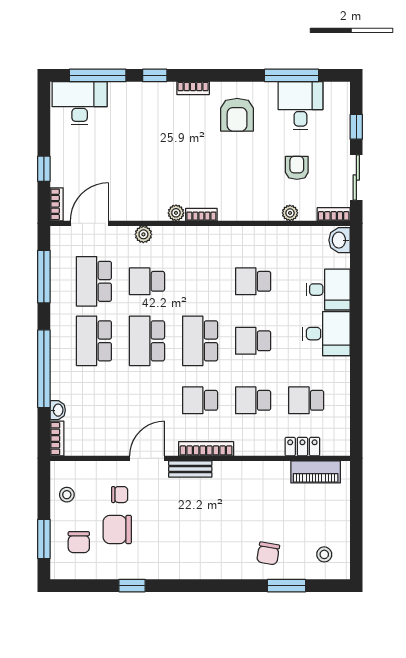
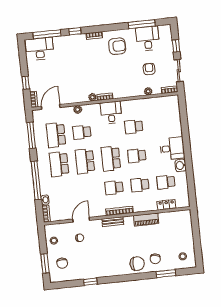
armchair: (237, 115) -> (117, 46), turned -90
washbasin: (340, 240) -> (180, 165), moved
desk: (328, 290) -> (111, 113), moved, turned -90
door: (147, 458) -> (81, 220), moved
piano: (316, 472) -> (146, 219), moved
chair: (117, 529) -> (137, 264), moved, turned 180

